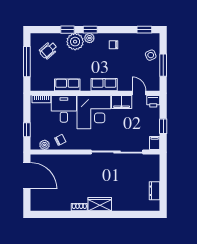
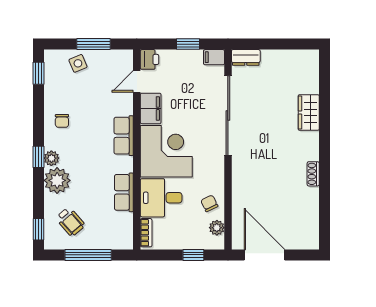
window: (67, 30) -> (39, 229), moved
door: (27, 176) -> (265, 255), hinge flipped
dresser: (155, 191) -> (246, 57), moved
wardrobe: (100, 204) -> (309, 112), moved

